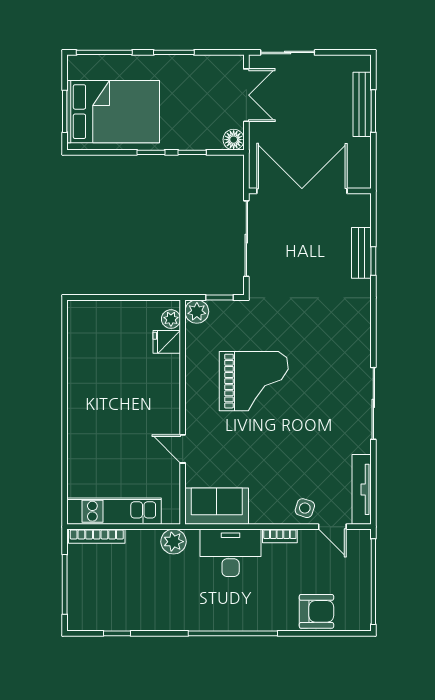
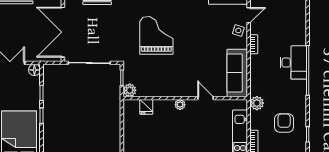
plant: (171, 319) -> (180, 105), moved
grand piano: (254, 381) -> (156, 35), moved
door: (183, 449) -> (206, 98), swing flipped
sofa: (217, 506) -> (237, 73), width x1.36
desk: (231, 553) -> (293, 62), moved, turned 180
armchair: (316, 611) -> (284, 123), moved

